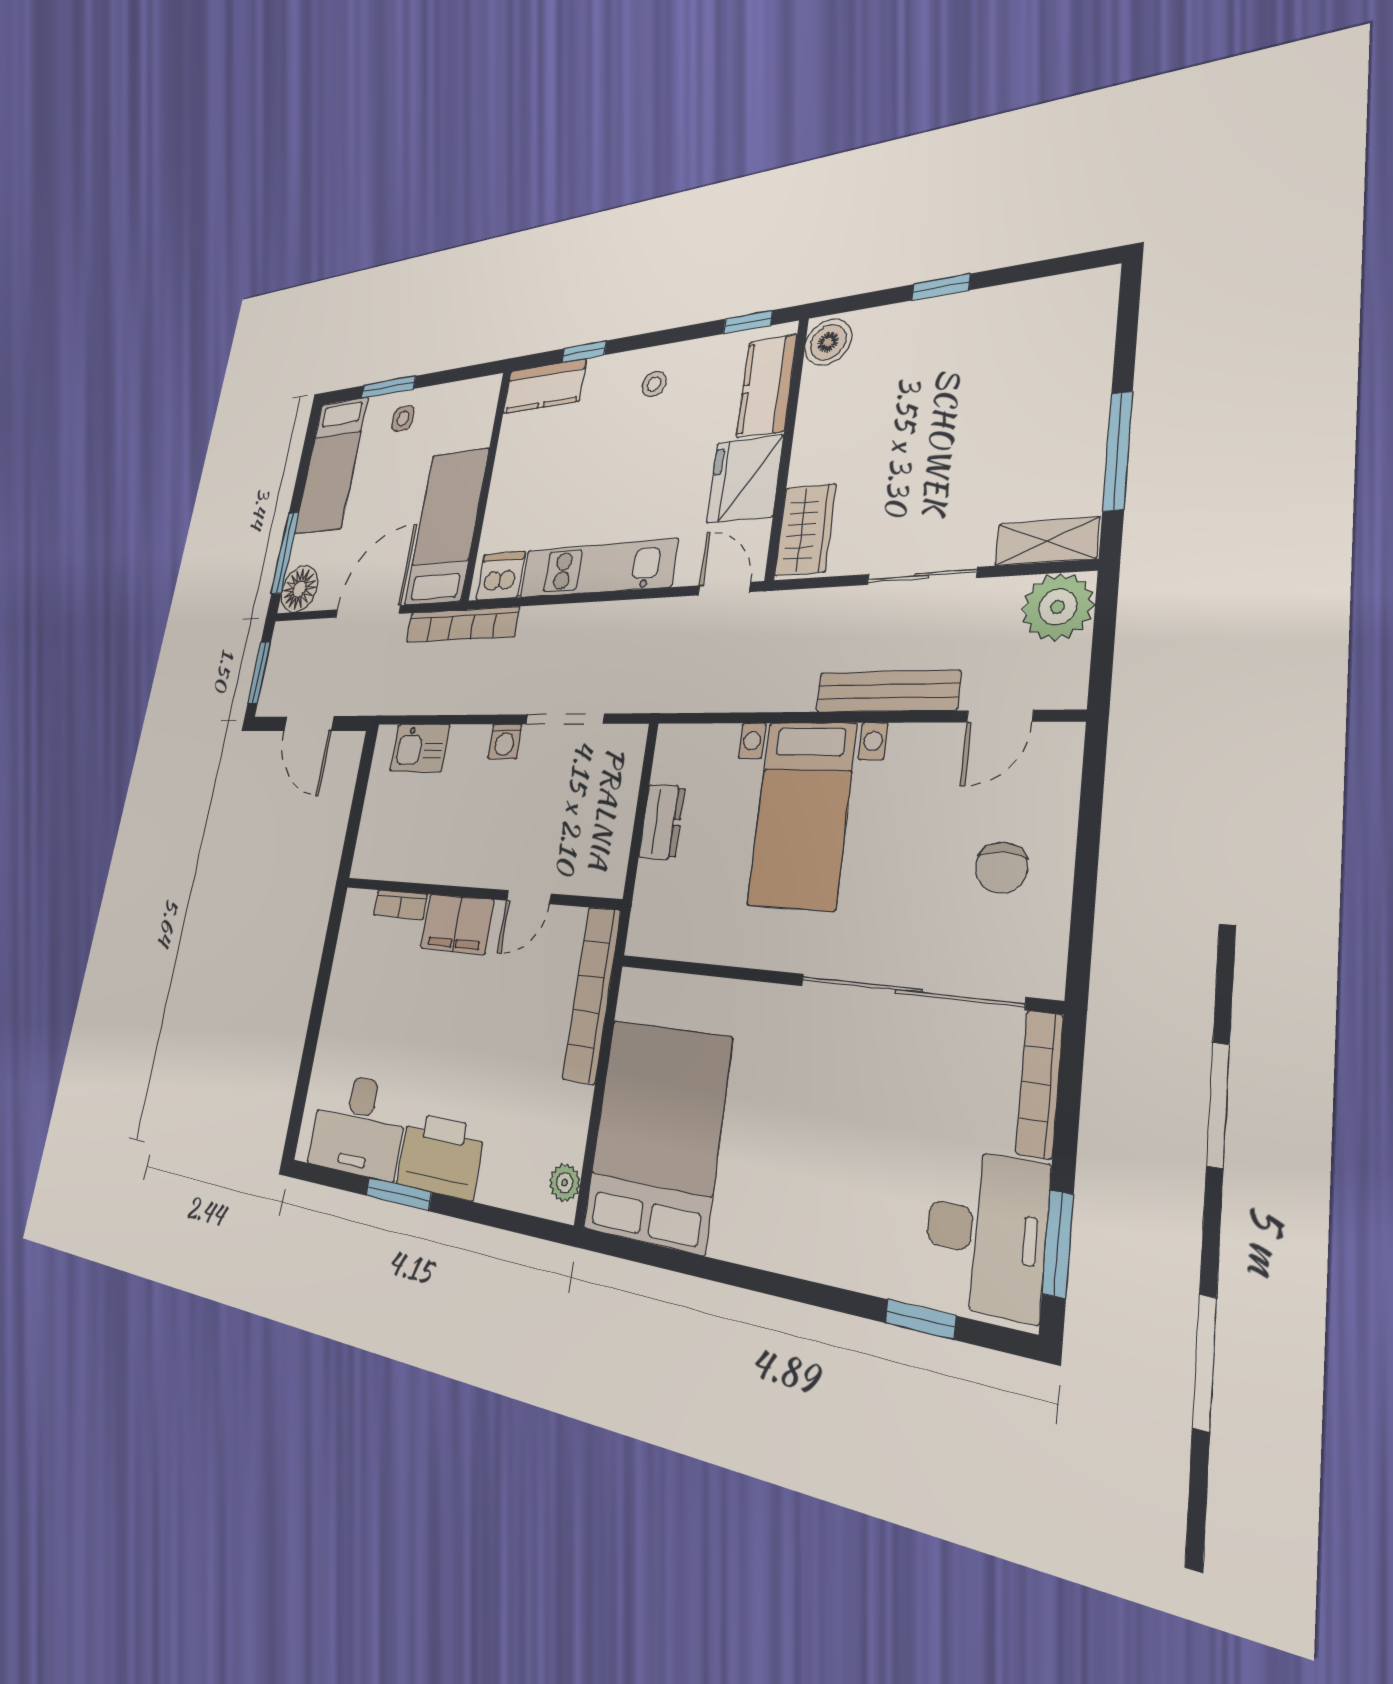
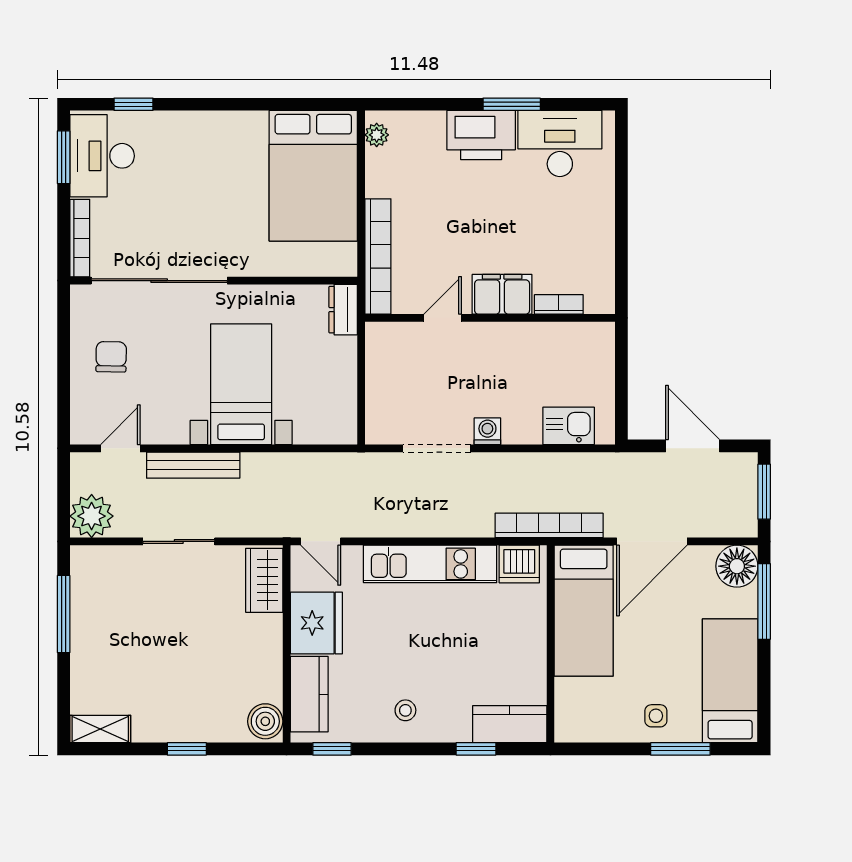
shelving: (1047, 541) -> (100, 729), moved
dresser: (662, 822) -> (343, 310), moved

